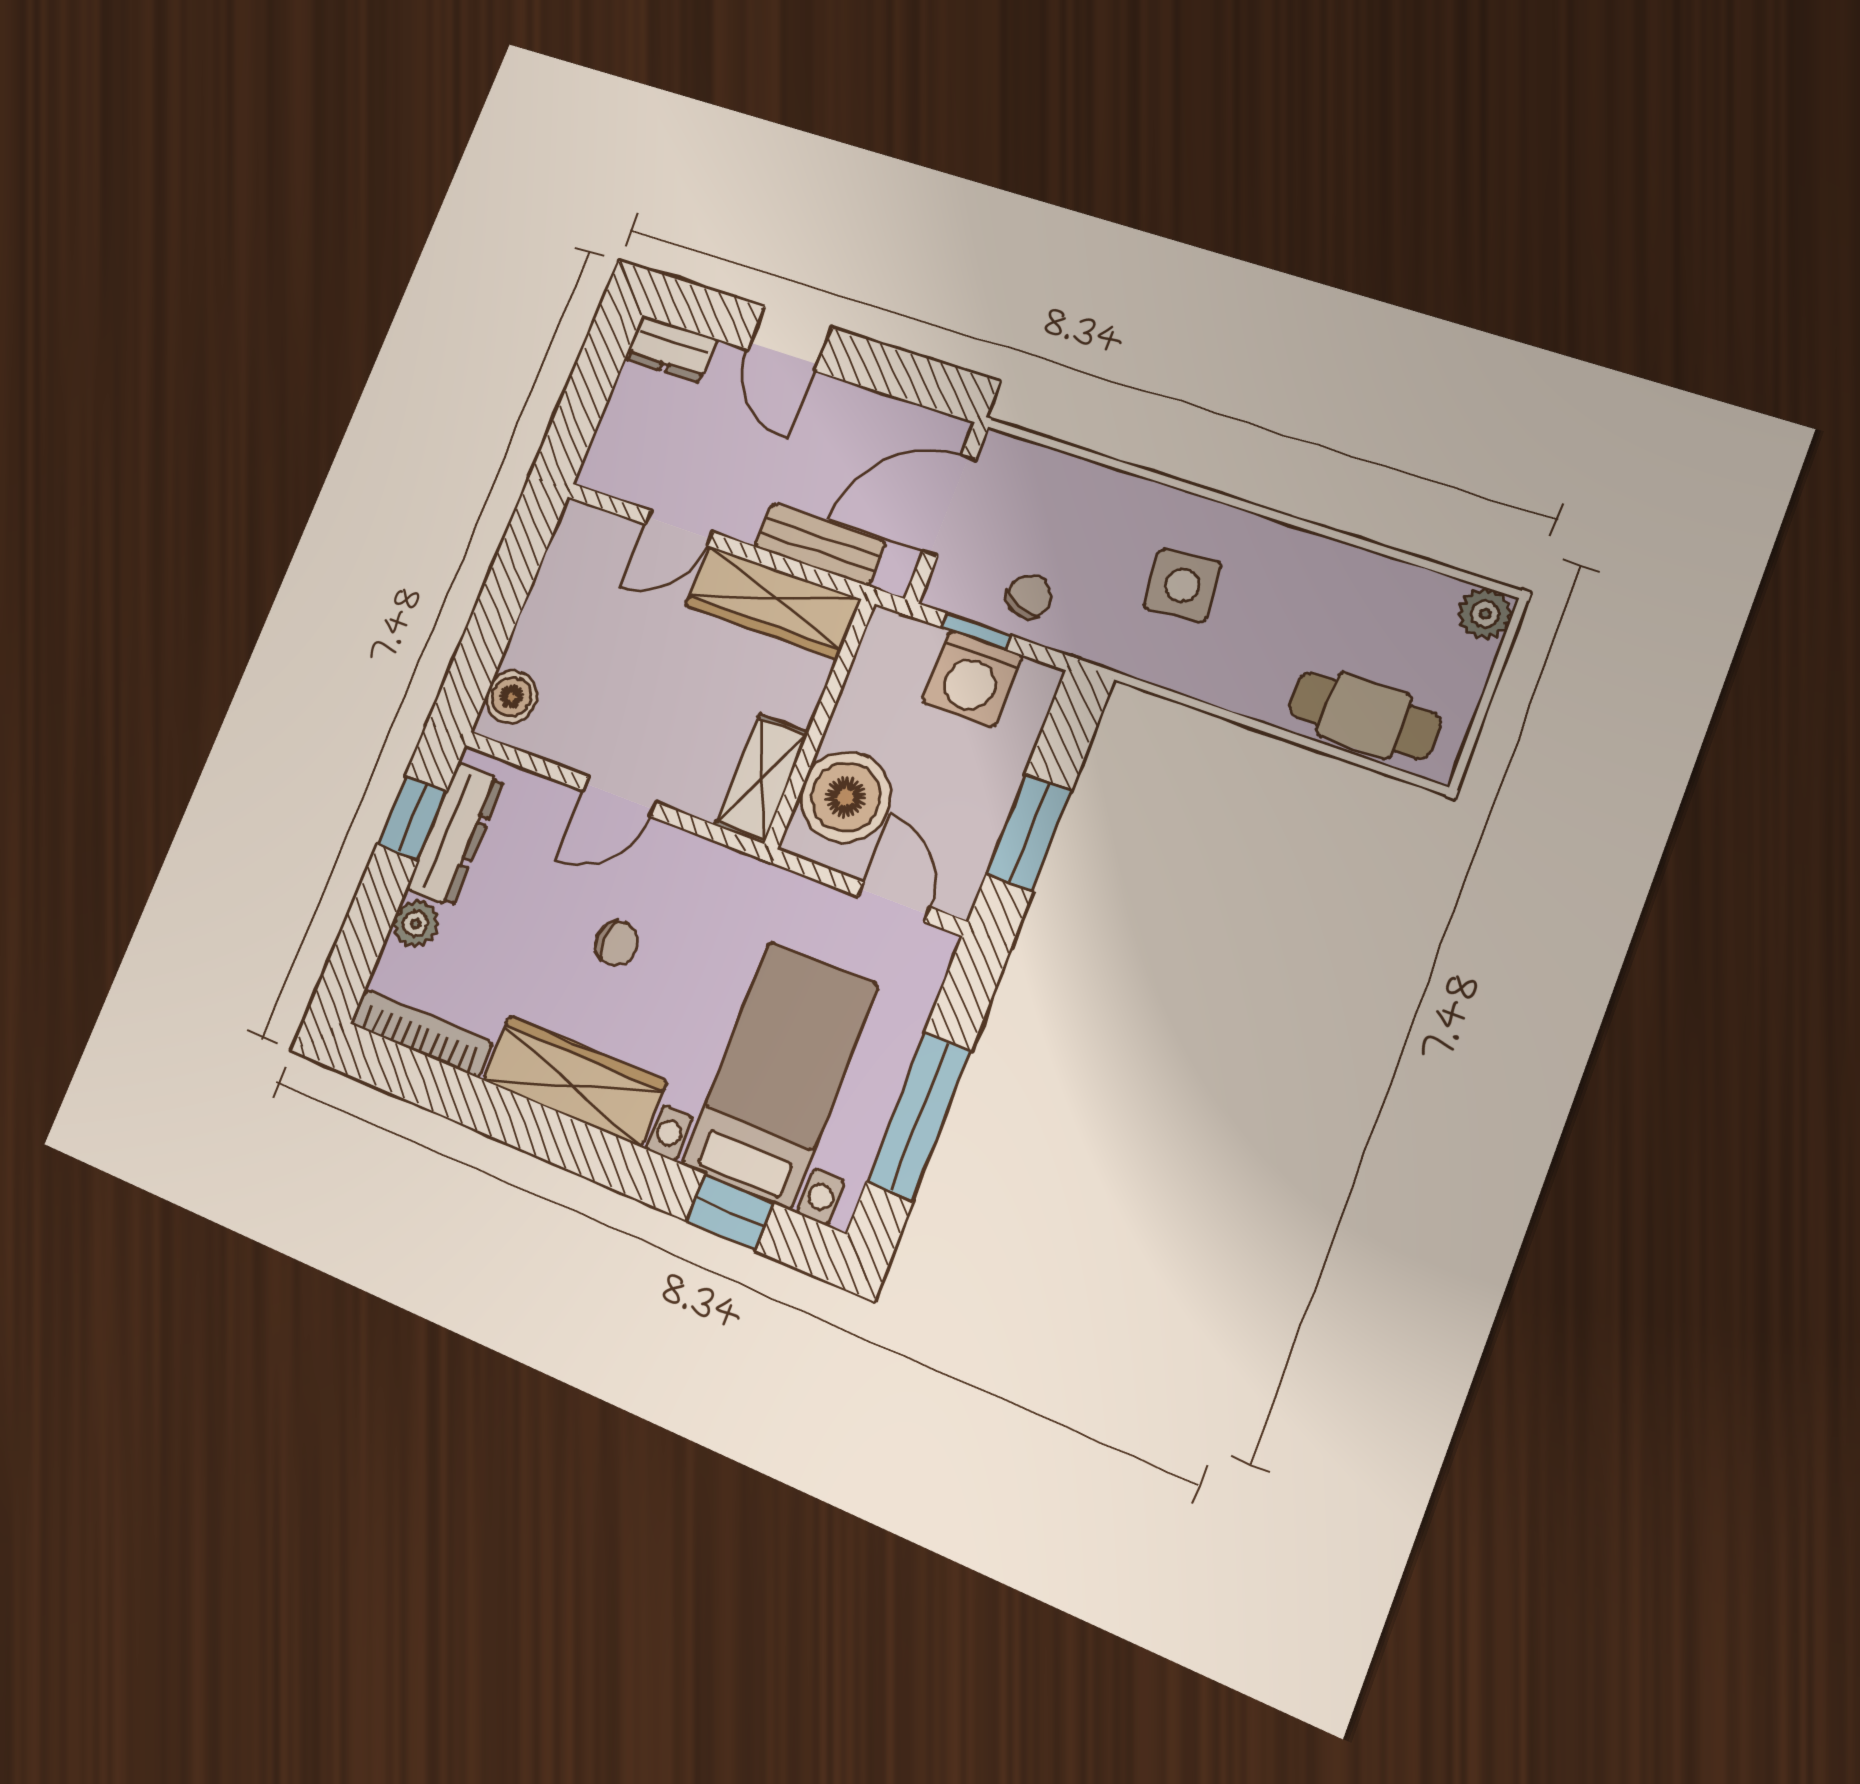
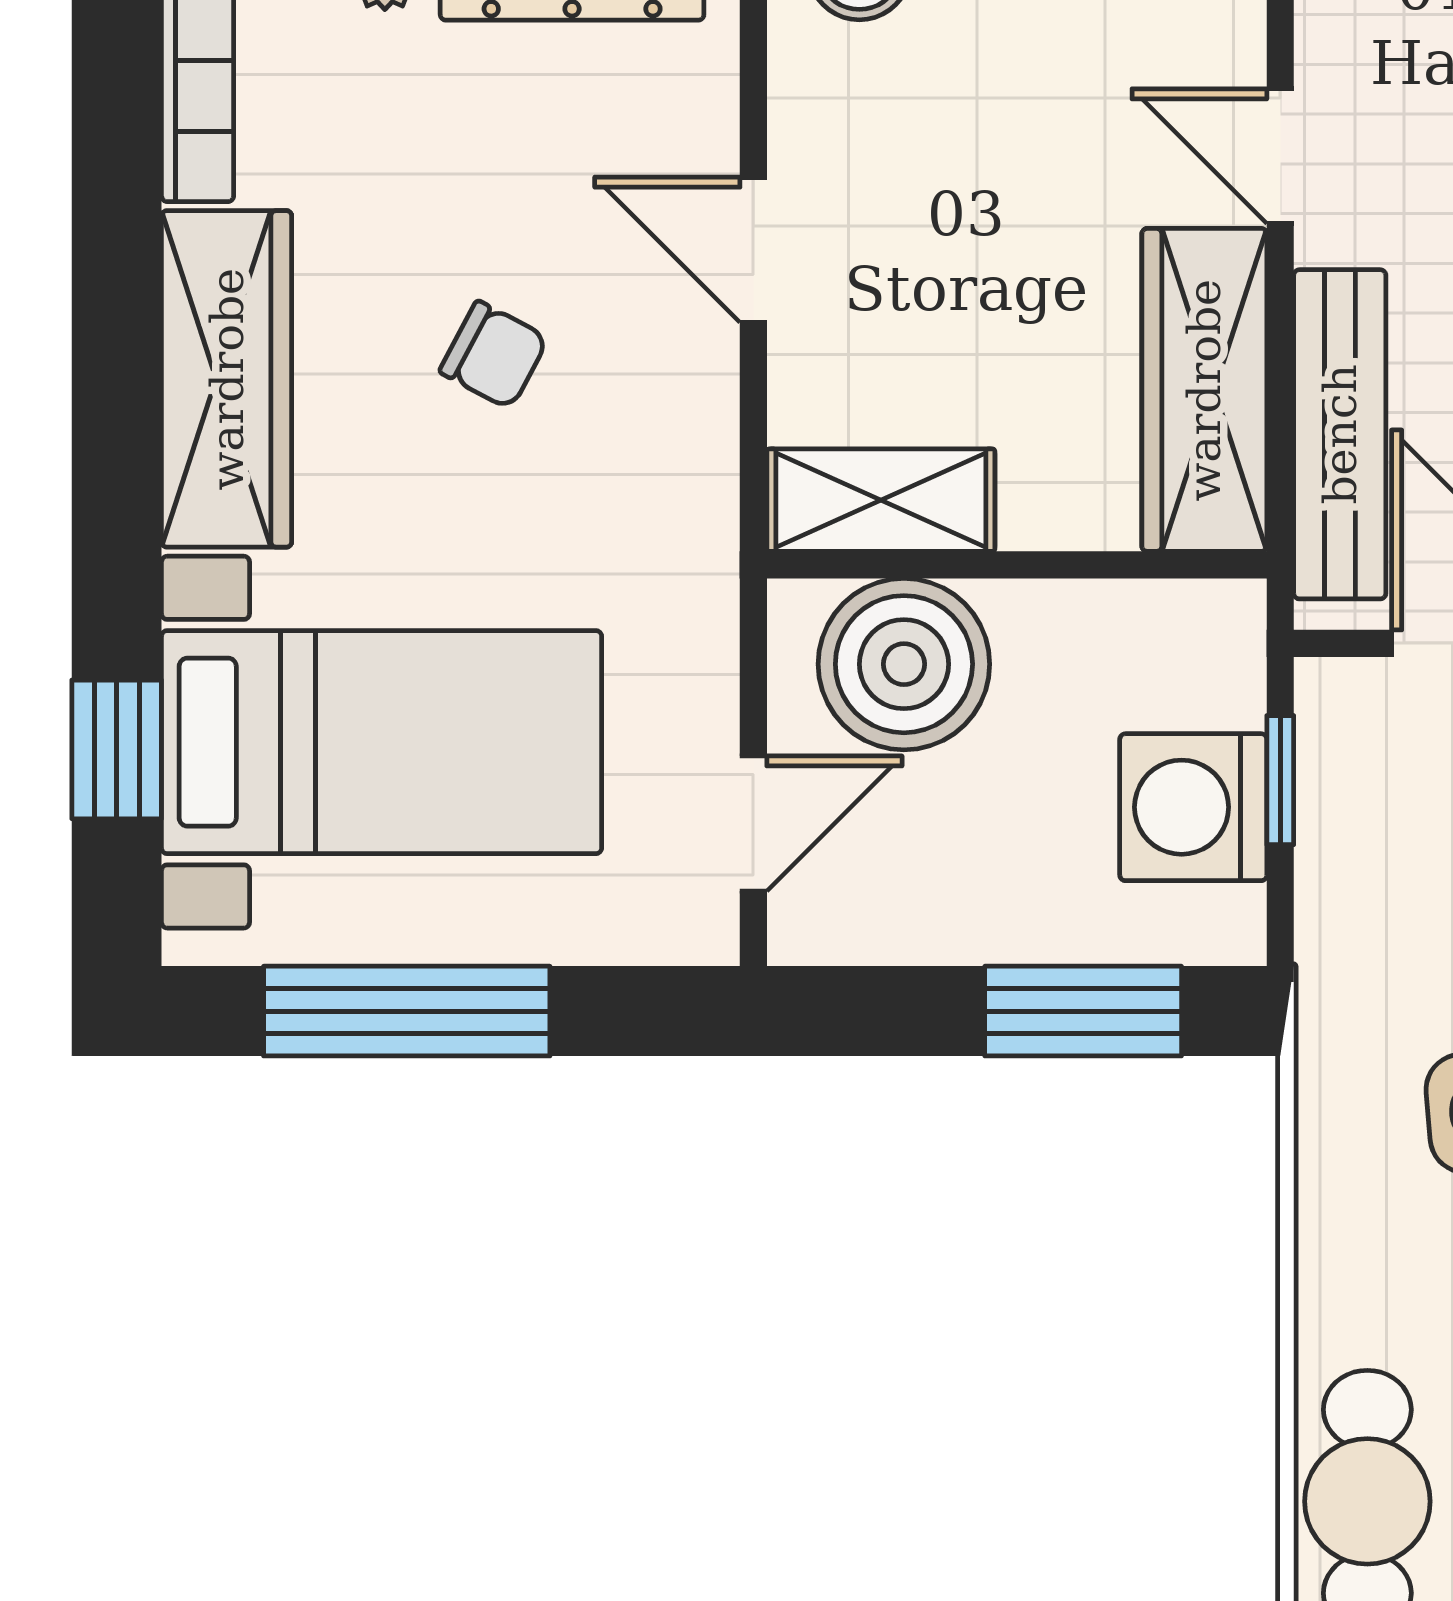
bench: (820, 544) -> (1340, 434), width x1.36
chair: (1029, 596) -> (1375, 850), removed
window: (1029, 832) -> (1083, 1011), moved
chair: (617, 943) -> (494, 355), turned -62

